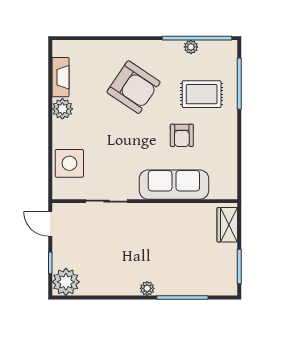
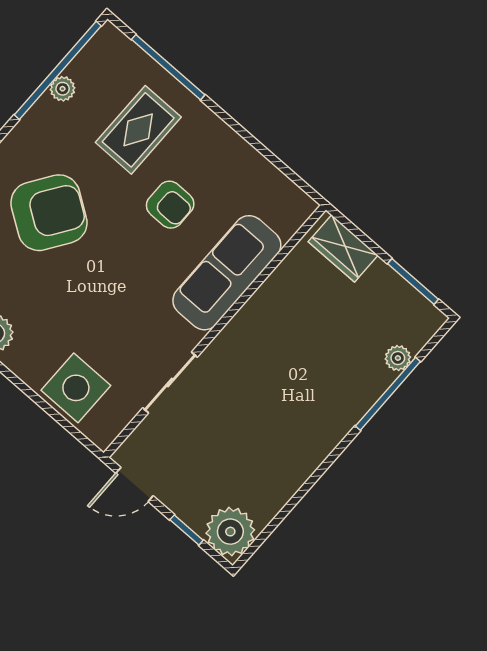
plant: (147, 288) -> (398, 358), moved

